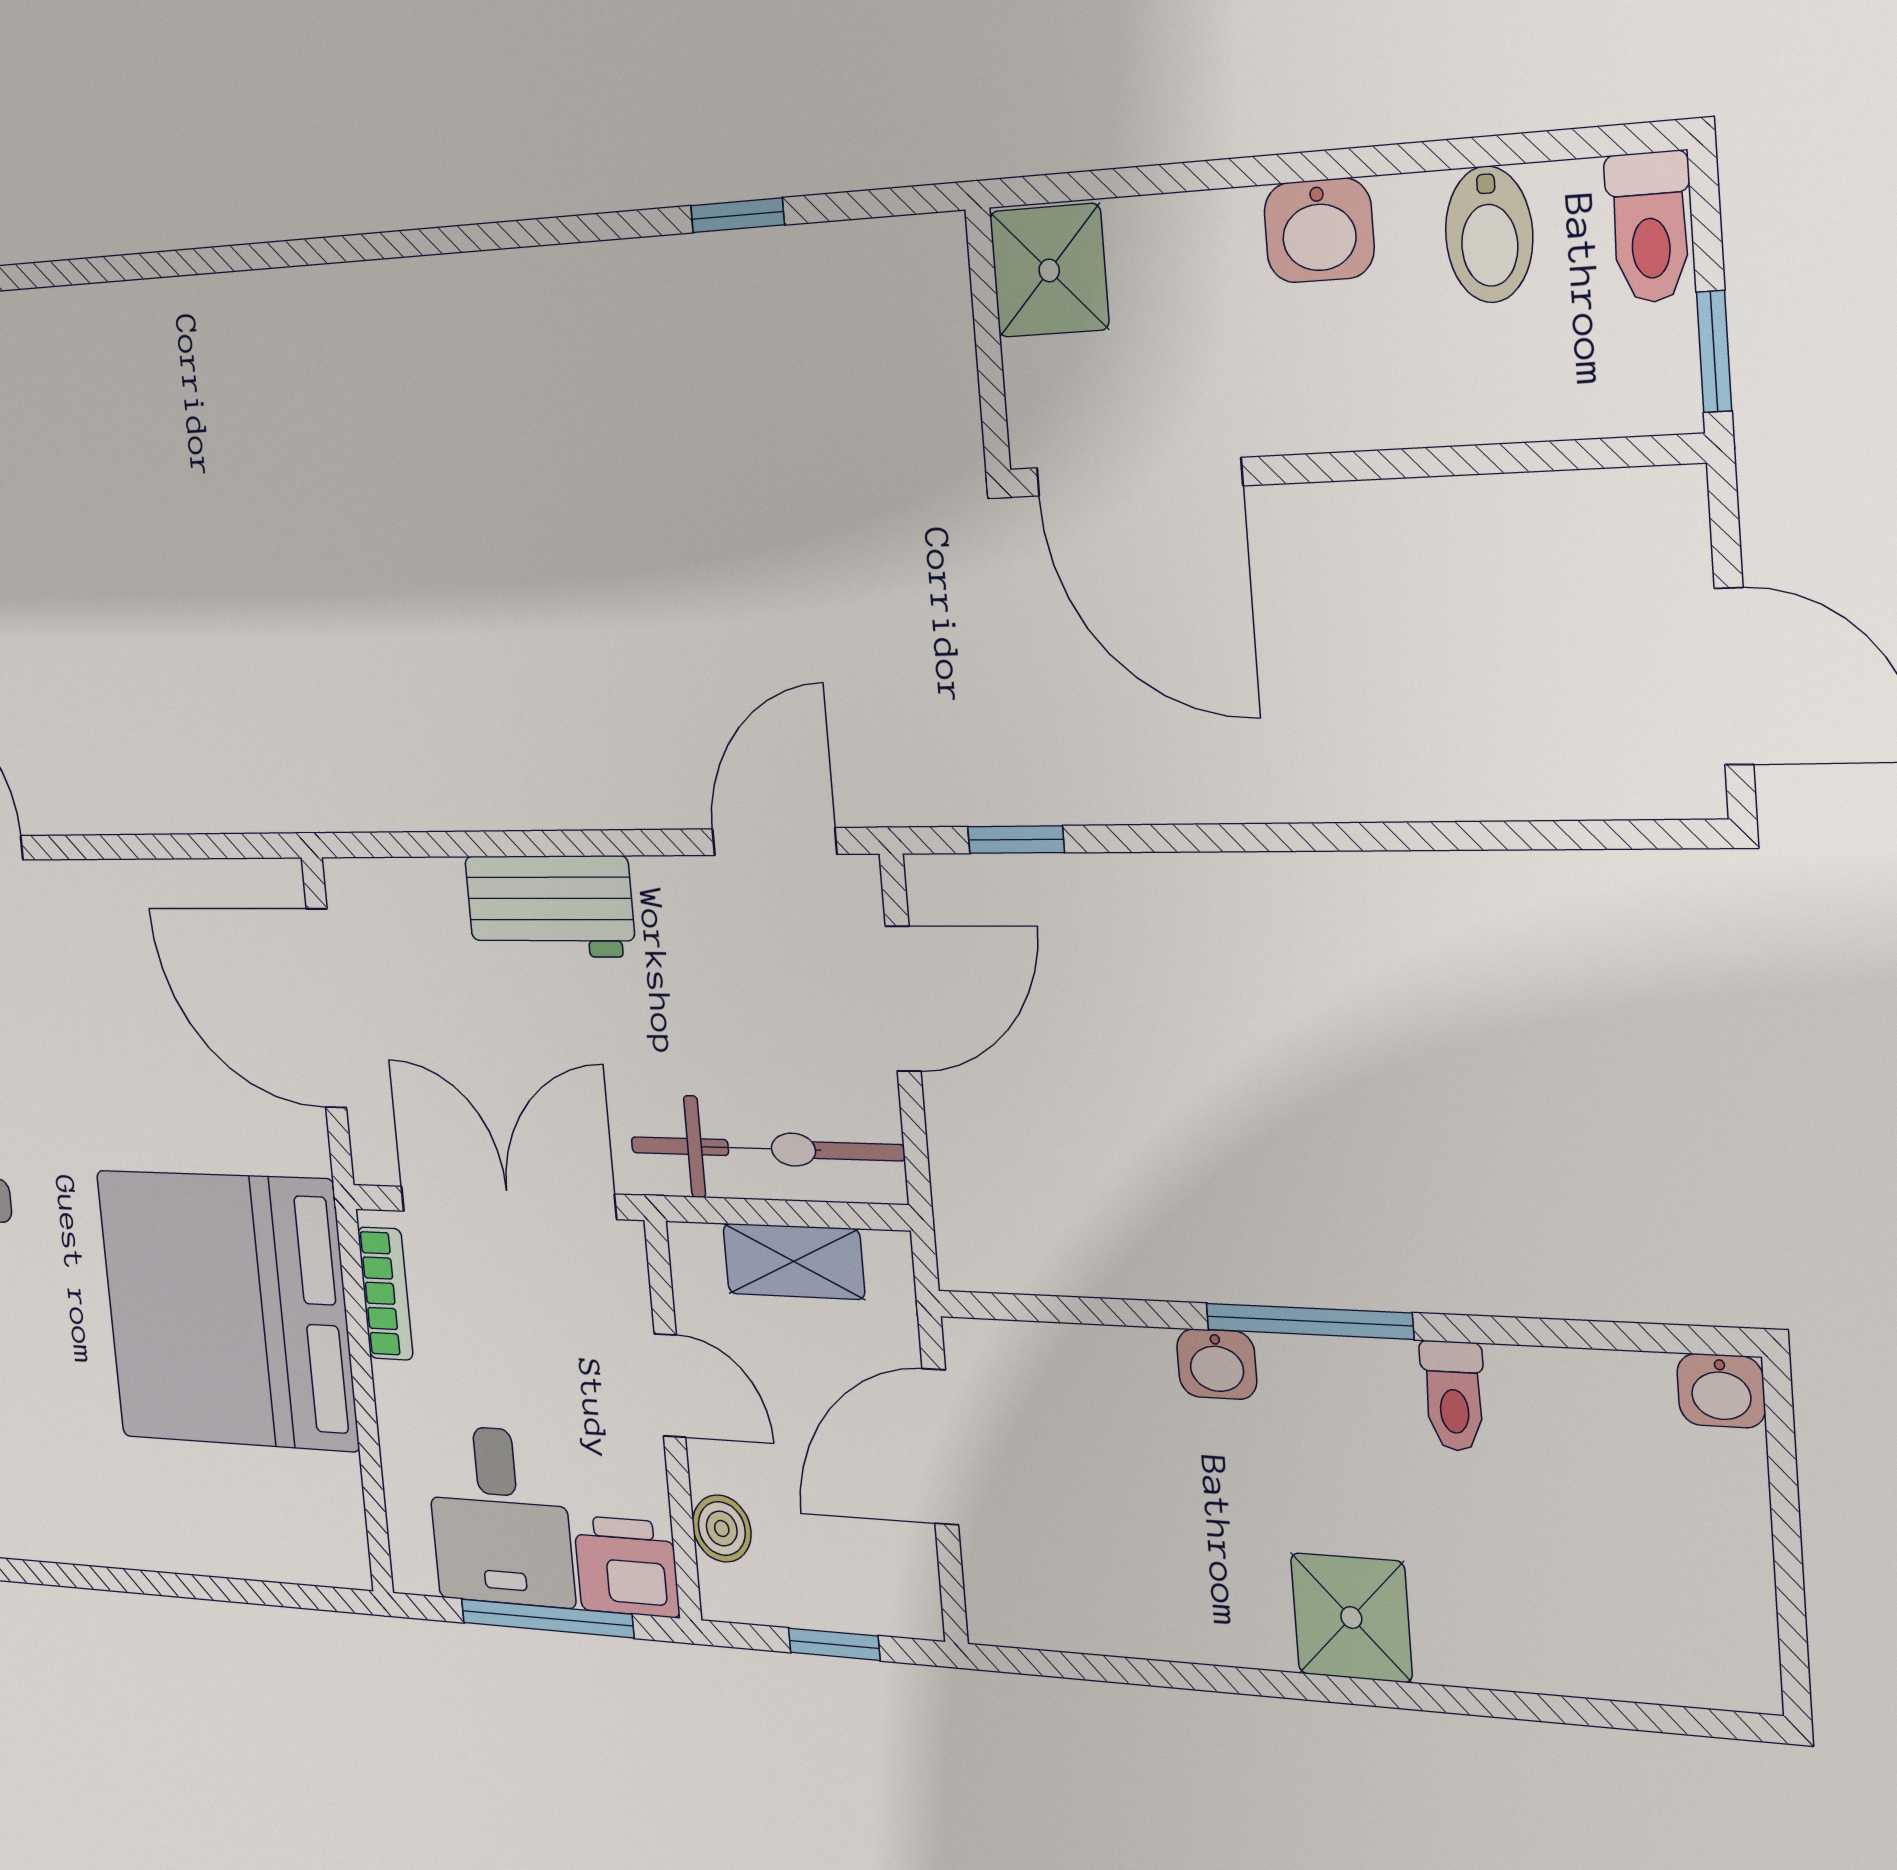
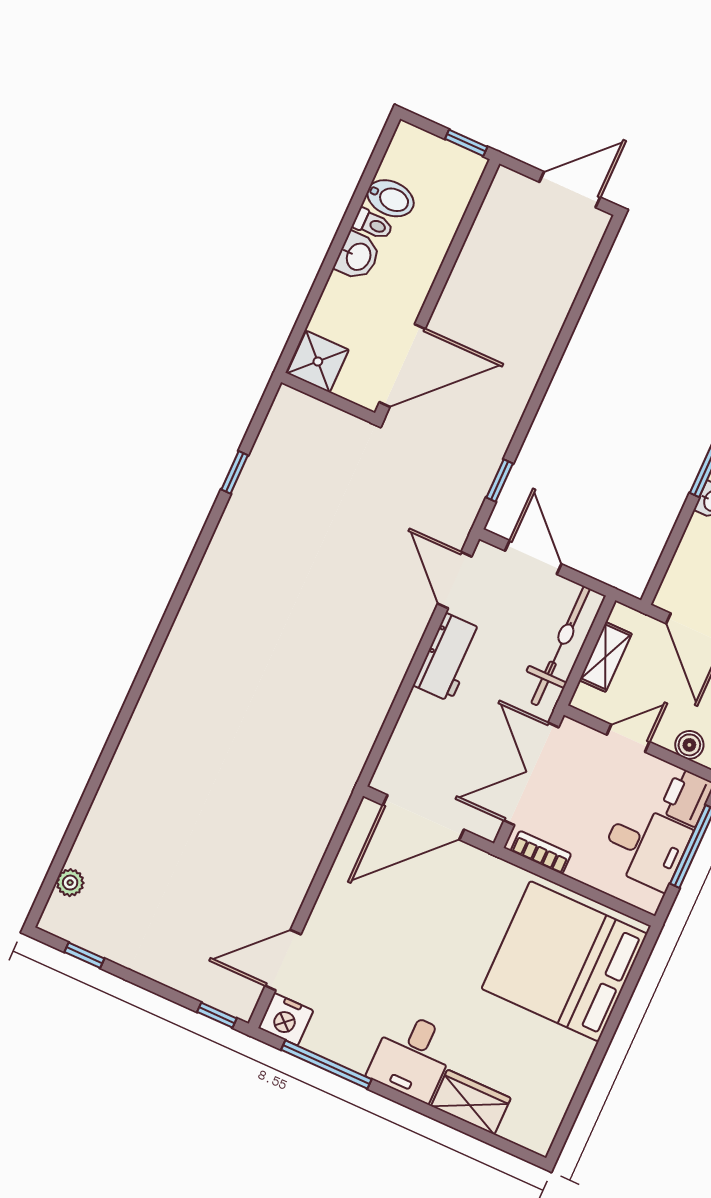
toilet: (1650, 227) -> (373, 224), moved, width x0.73, depth x0.72
workbench: (550, 906) -> (448, 657), moved
bed: (227, 1310) -> (564, 961), moved, turned 90

